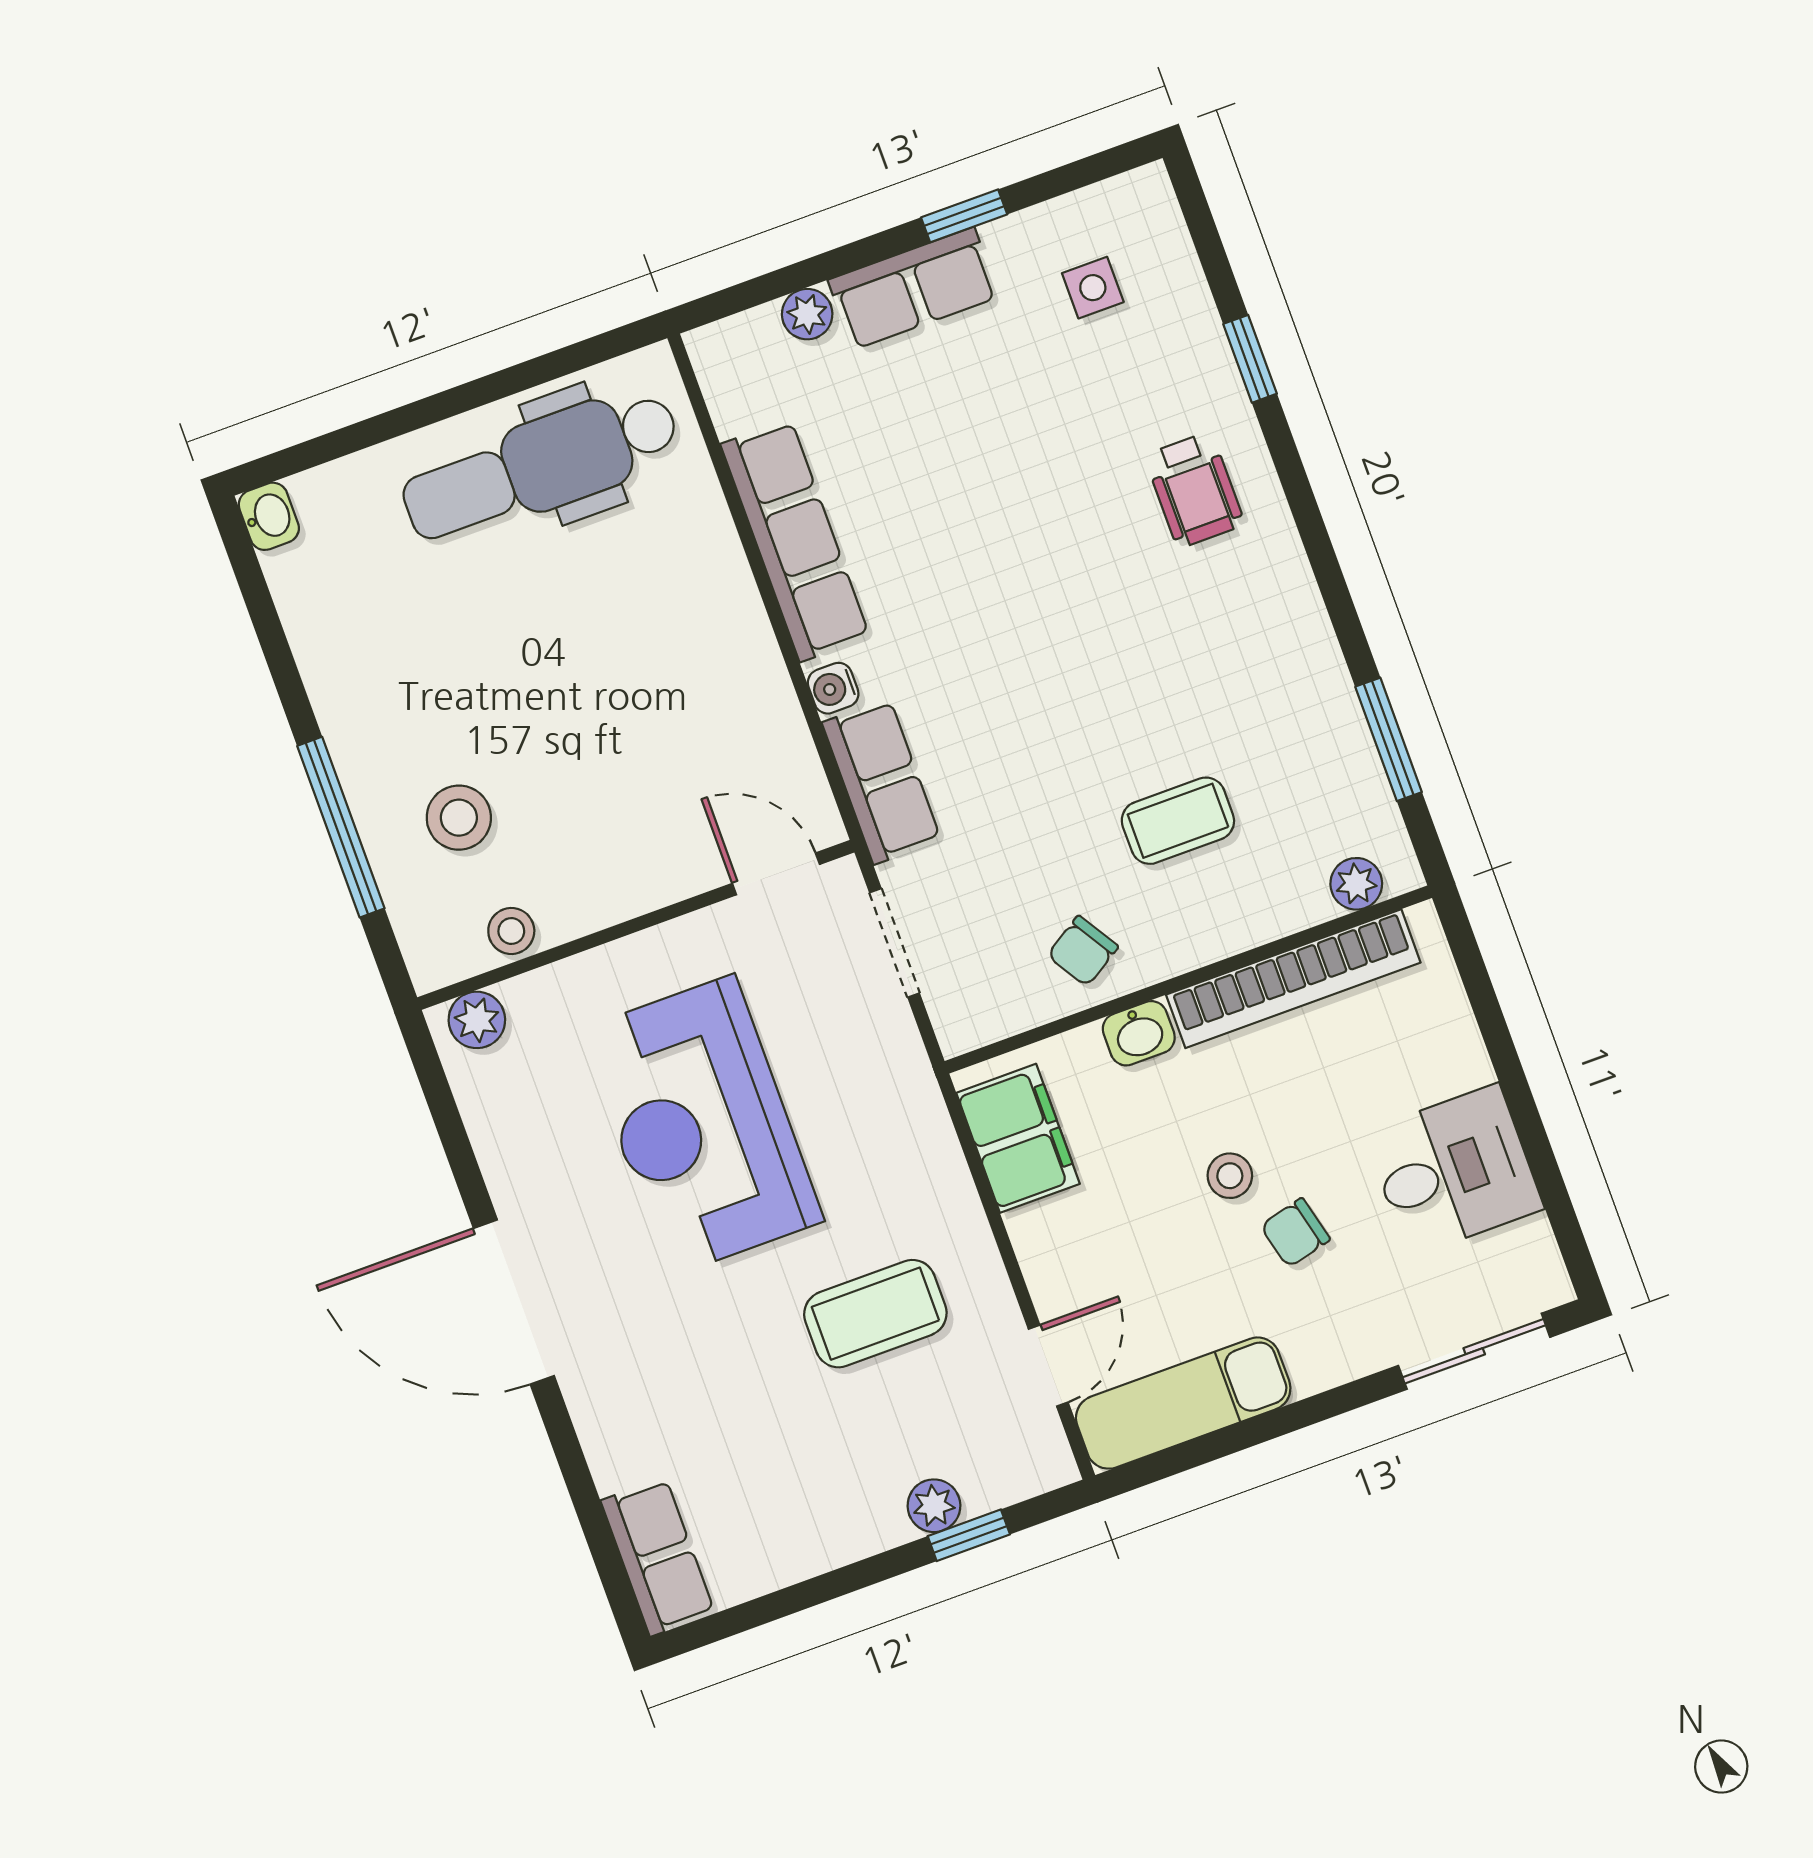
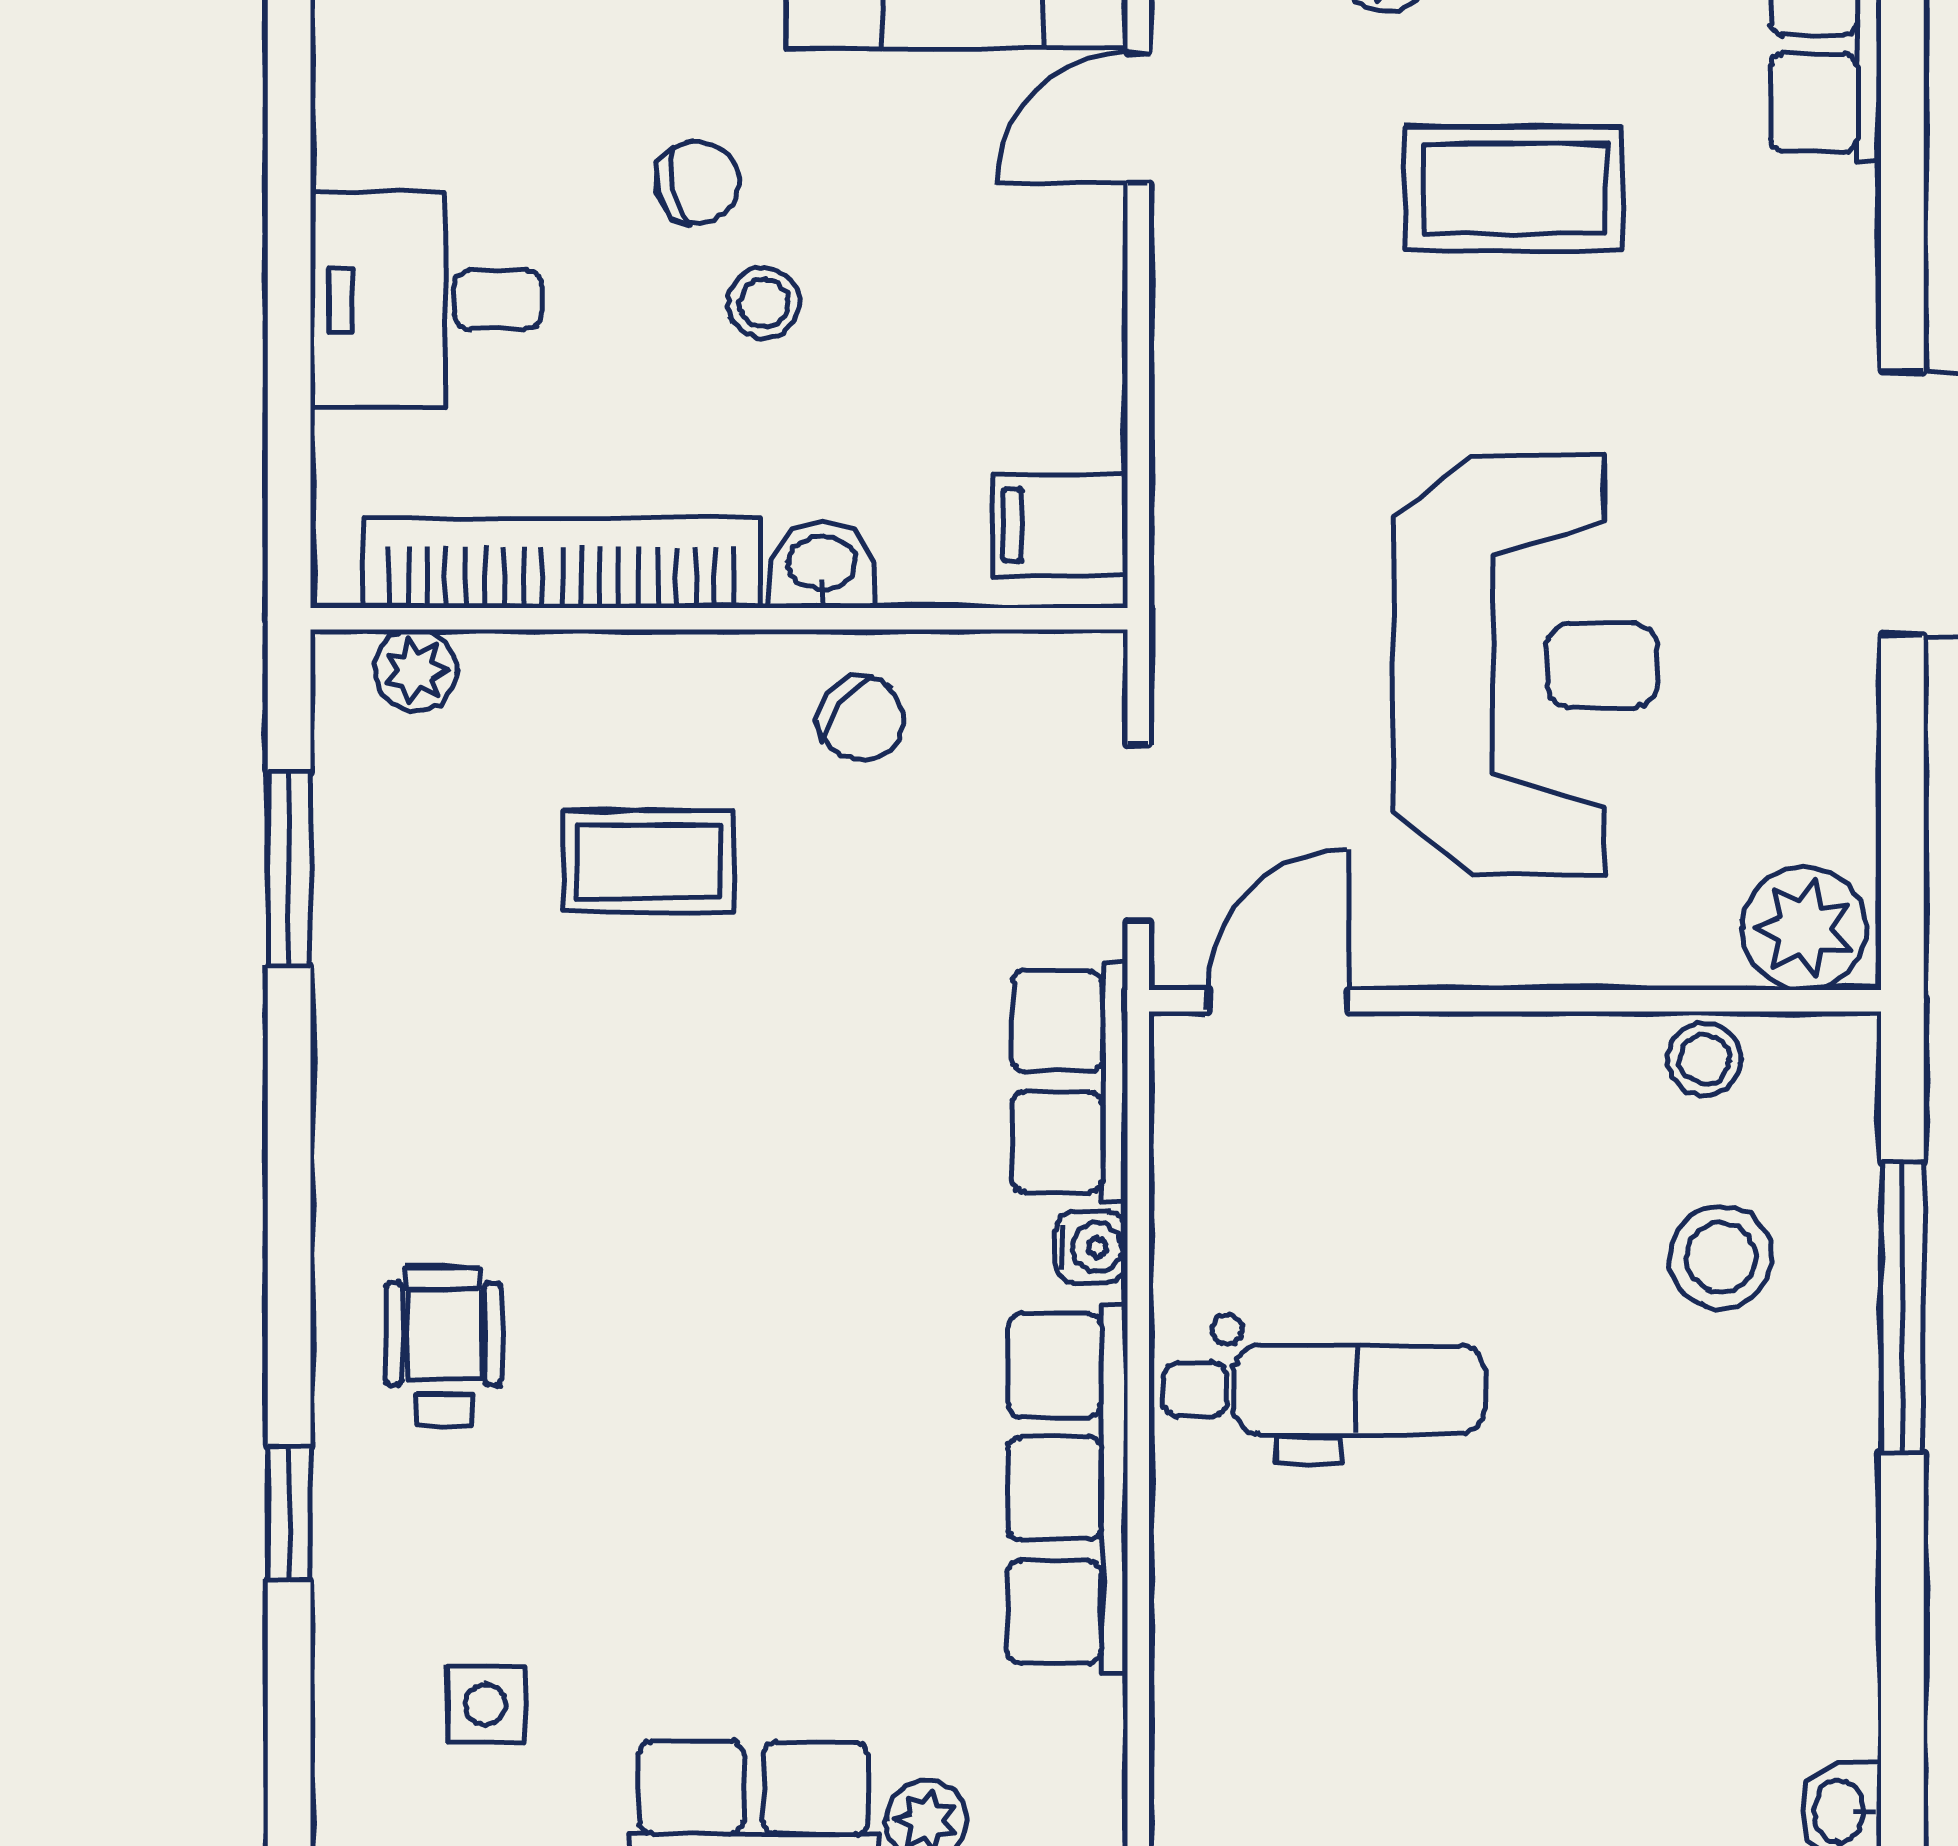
dental chair: (541, 466) -> (1324, 1389), moved, width x0.73, depth x0.72
door: (776, 874) -> (1278, 1001), swing flipped
chair: (1083, 951) -> (861, 719), turned 69
plant: (477, 1020) -> (1804, 928), width x1.38, depth x1.38
filing cabinet: (1018, 1138) -> (1060, 525), width x0.50
desk: (1454, 1170) -> (426, 300), moved
coffee table: (875, 1314) -> (1514, 189), moved

